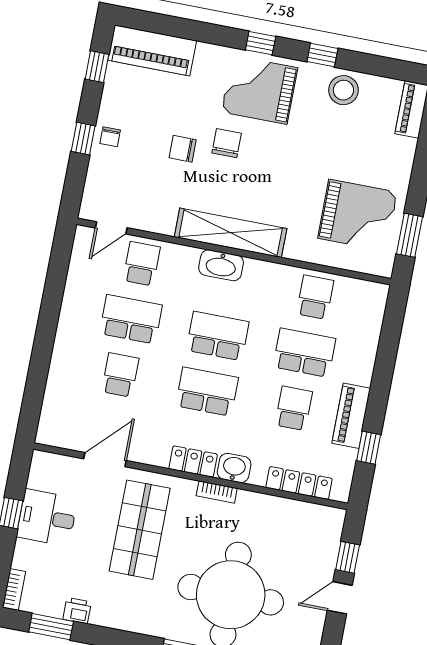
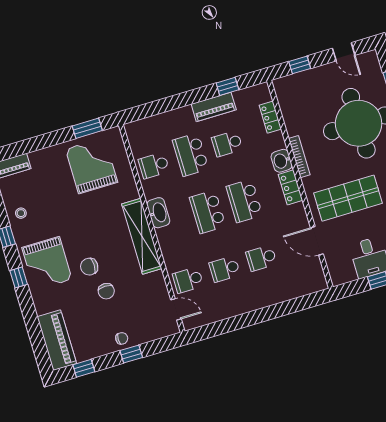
stool: (343, 90) -> (21, 213), width x0.53, depth x0.53
washbasin: (221, 265) -> (158, 213), moved
school desk: (131, 319) -> (225, 269), width x0.54
locker: (299, 483) -> (270, 117), width x0.66
bookcase: (217, 492) -> (299, 157), width x1.56
door: (340, 598) -> (344, 52), moved

